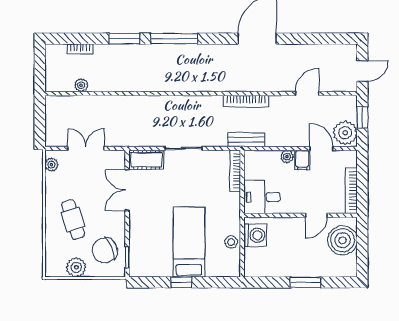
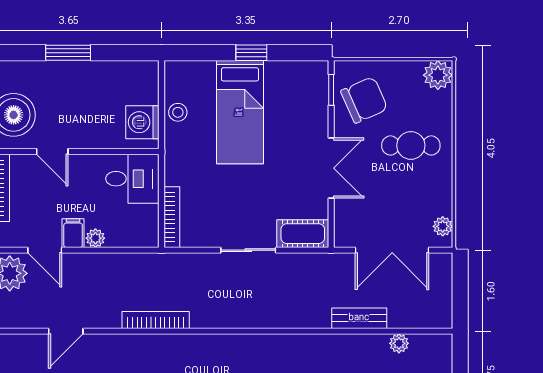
bench: (246, 140) -> (359, 318), moved
double door: (86, 148) -> (392, 250), width x1.37
double door: (127, 190) -> (331, 168), moved
door: (316, 215) -> (52, 151), swing flipped
cafe table: (73, 219) -> (411, 145), turned -72
plant: (76, 267) -> (438, 75), moved

